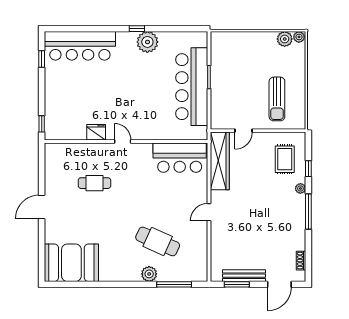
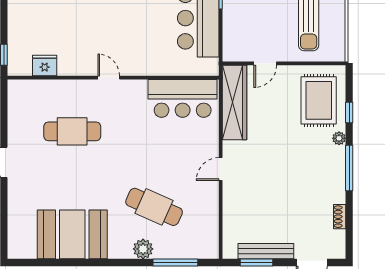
fridge: (96, 132) -> (45, 65), moved
rug: (285, 159) -> (319, 100), width x1.36, depth x1.43
cafe table: (94, 183) -> (72, 131), width x1.37, depth x1.35
shoe rack: (301, 261) -> (340, 217), moved
booth: (71, 263) -> (72, 234), moved

